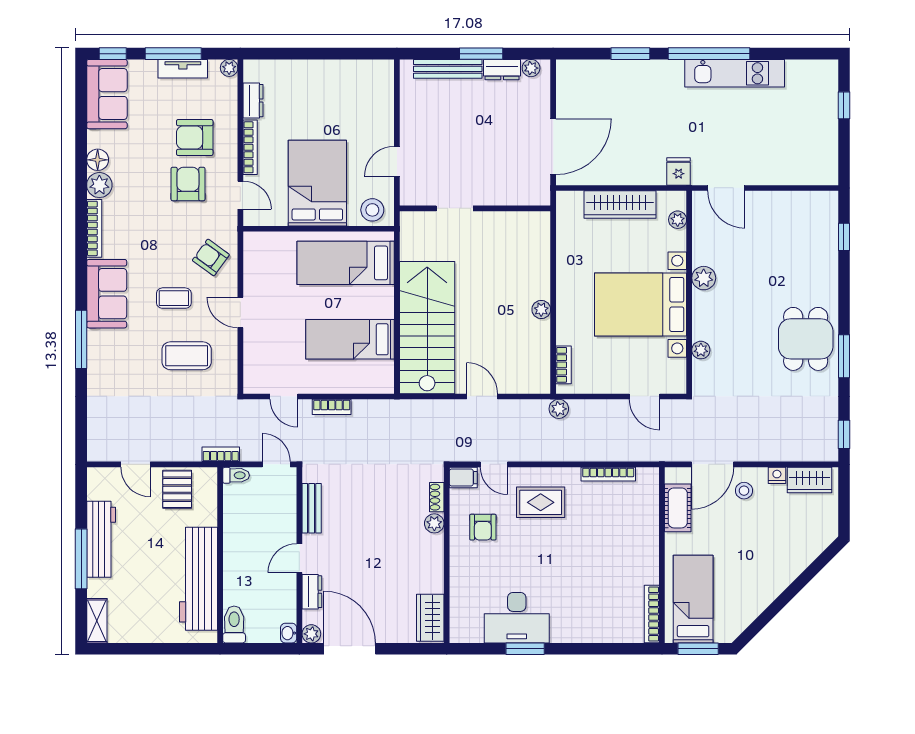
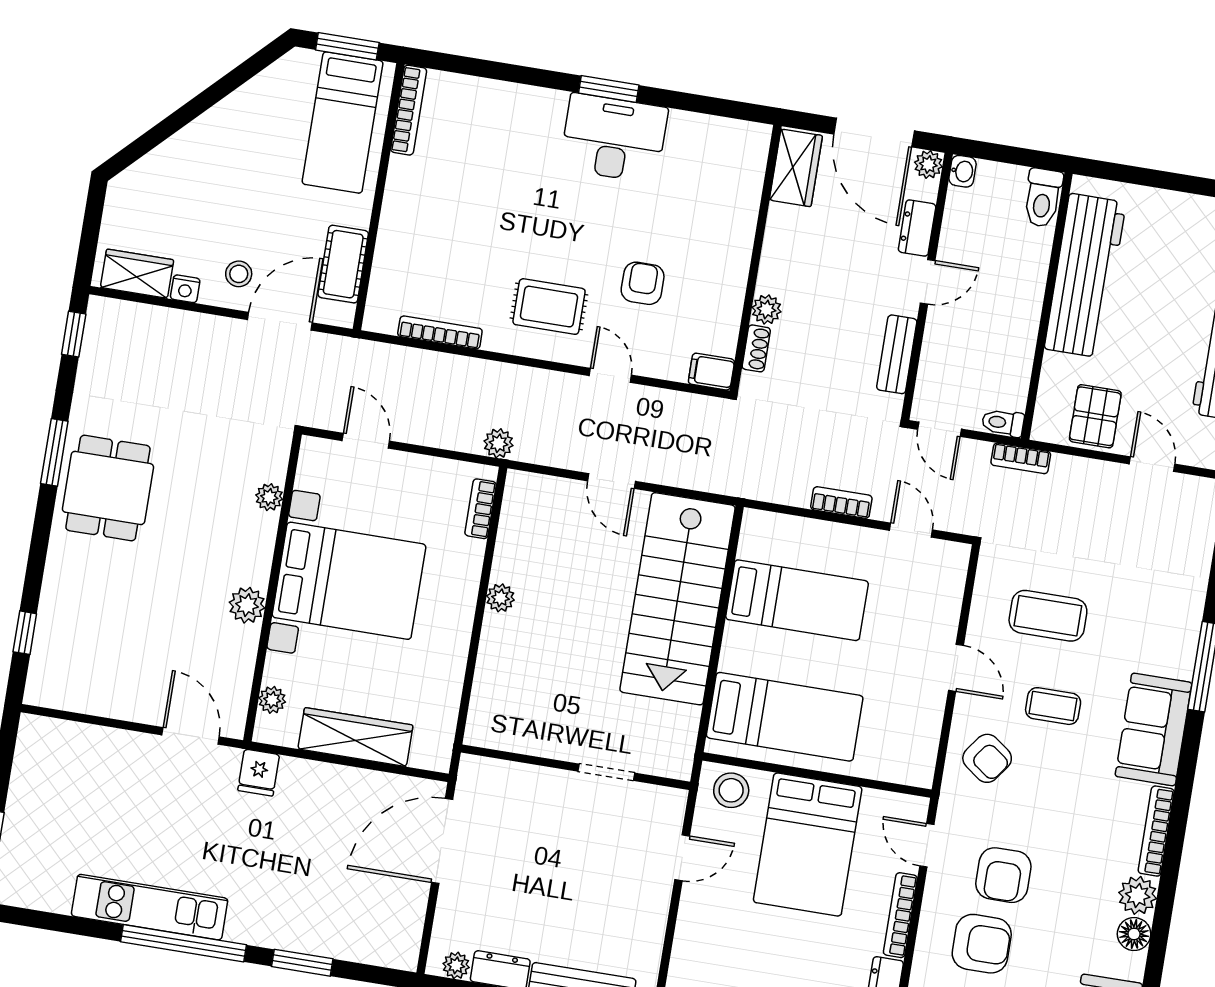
filing cabinet: (463, 478) -> (711, 372), moved
shoe rack: (437, 497) -> (756, 348), moved
plant: (434, 523) -> (766, 309), moved
wall: (447, 555) -> (756, 258), moved
wardrobe: (430, 618) -> (796, 168), moved

